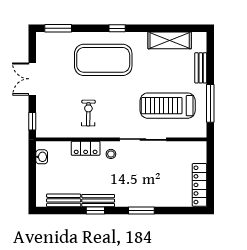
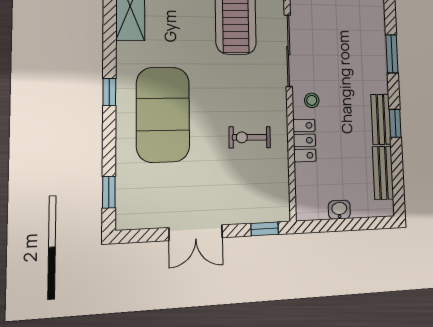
window: (58, 28) -> (109, 192), width x0.67
washbasin: (42, 157) -> (339, 210), moved

